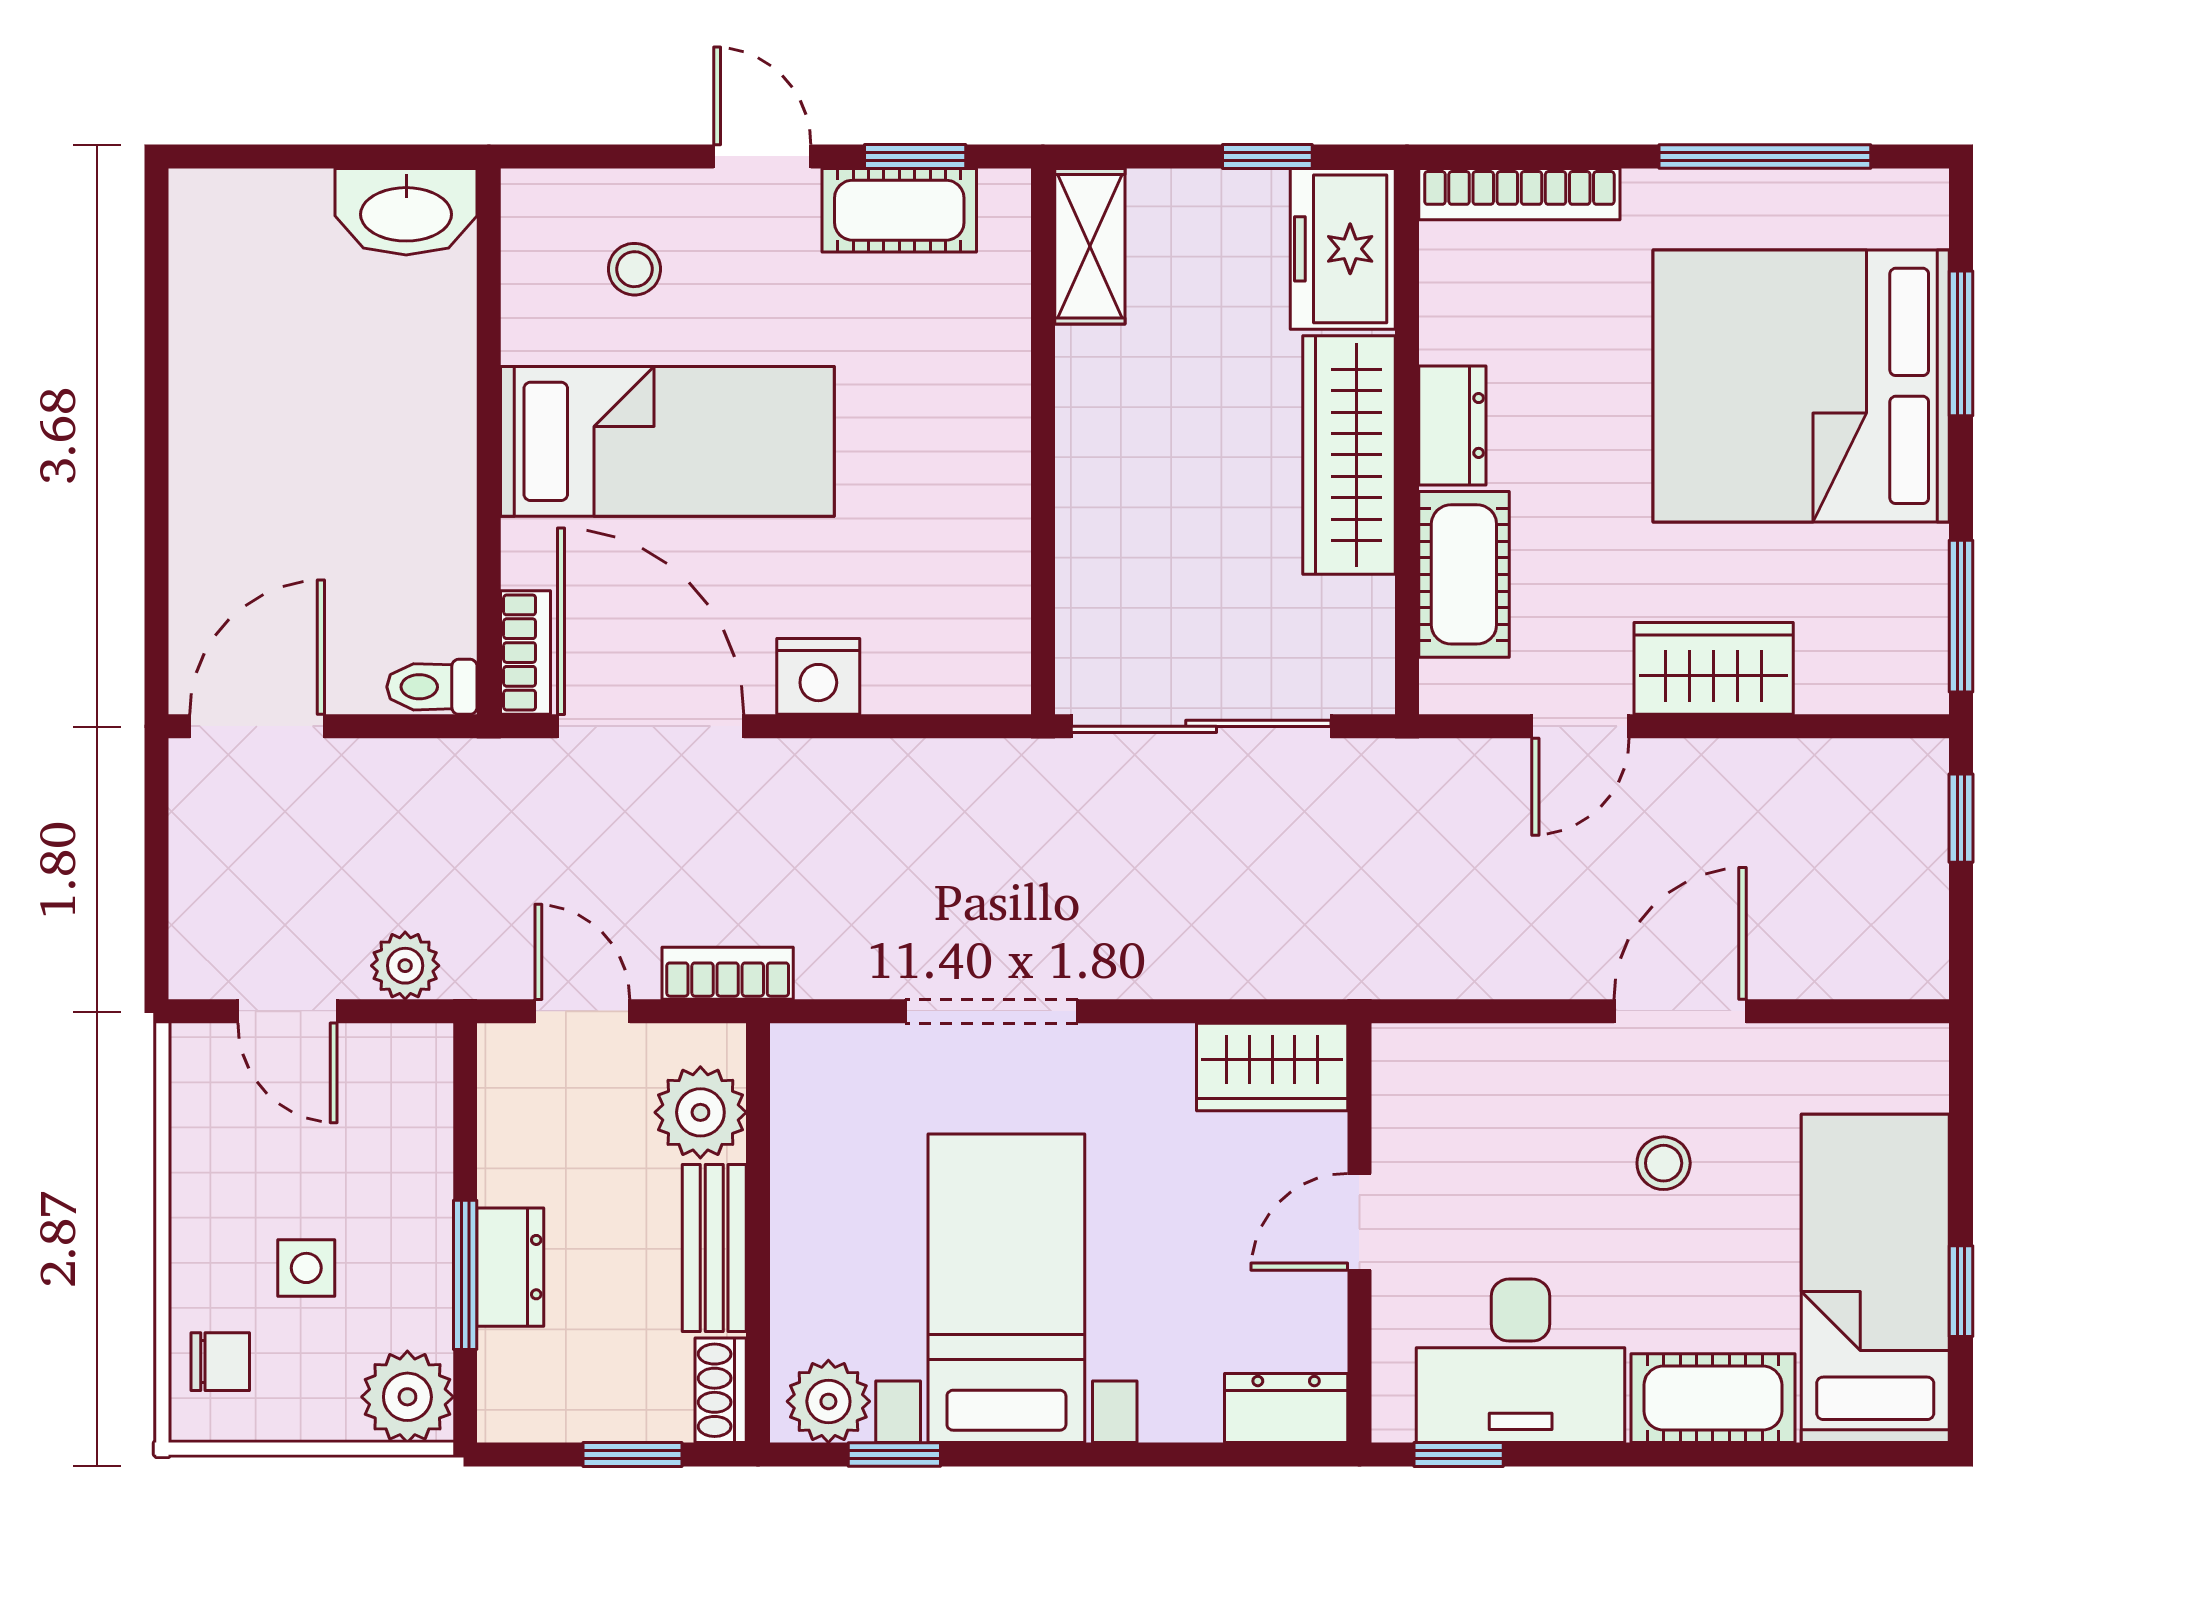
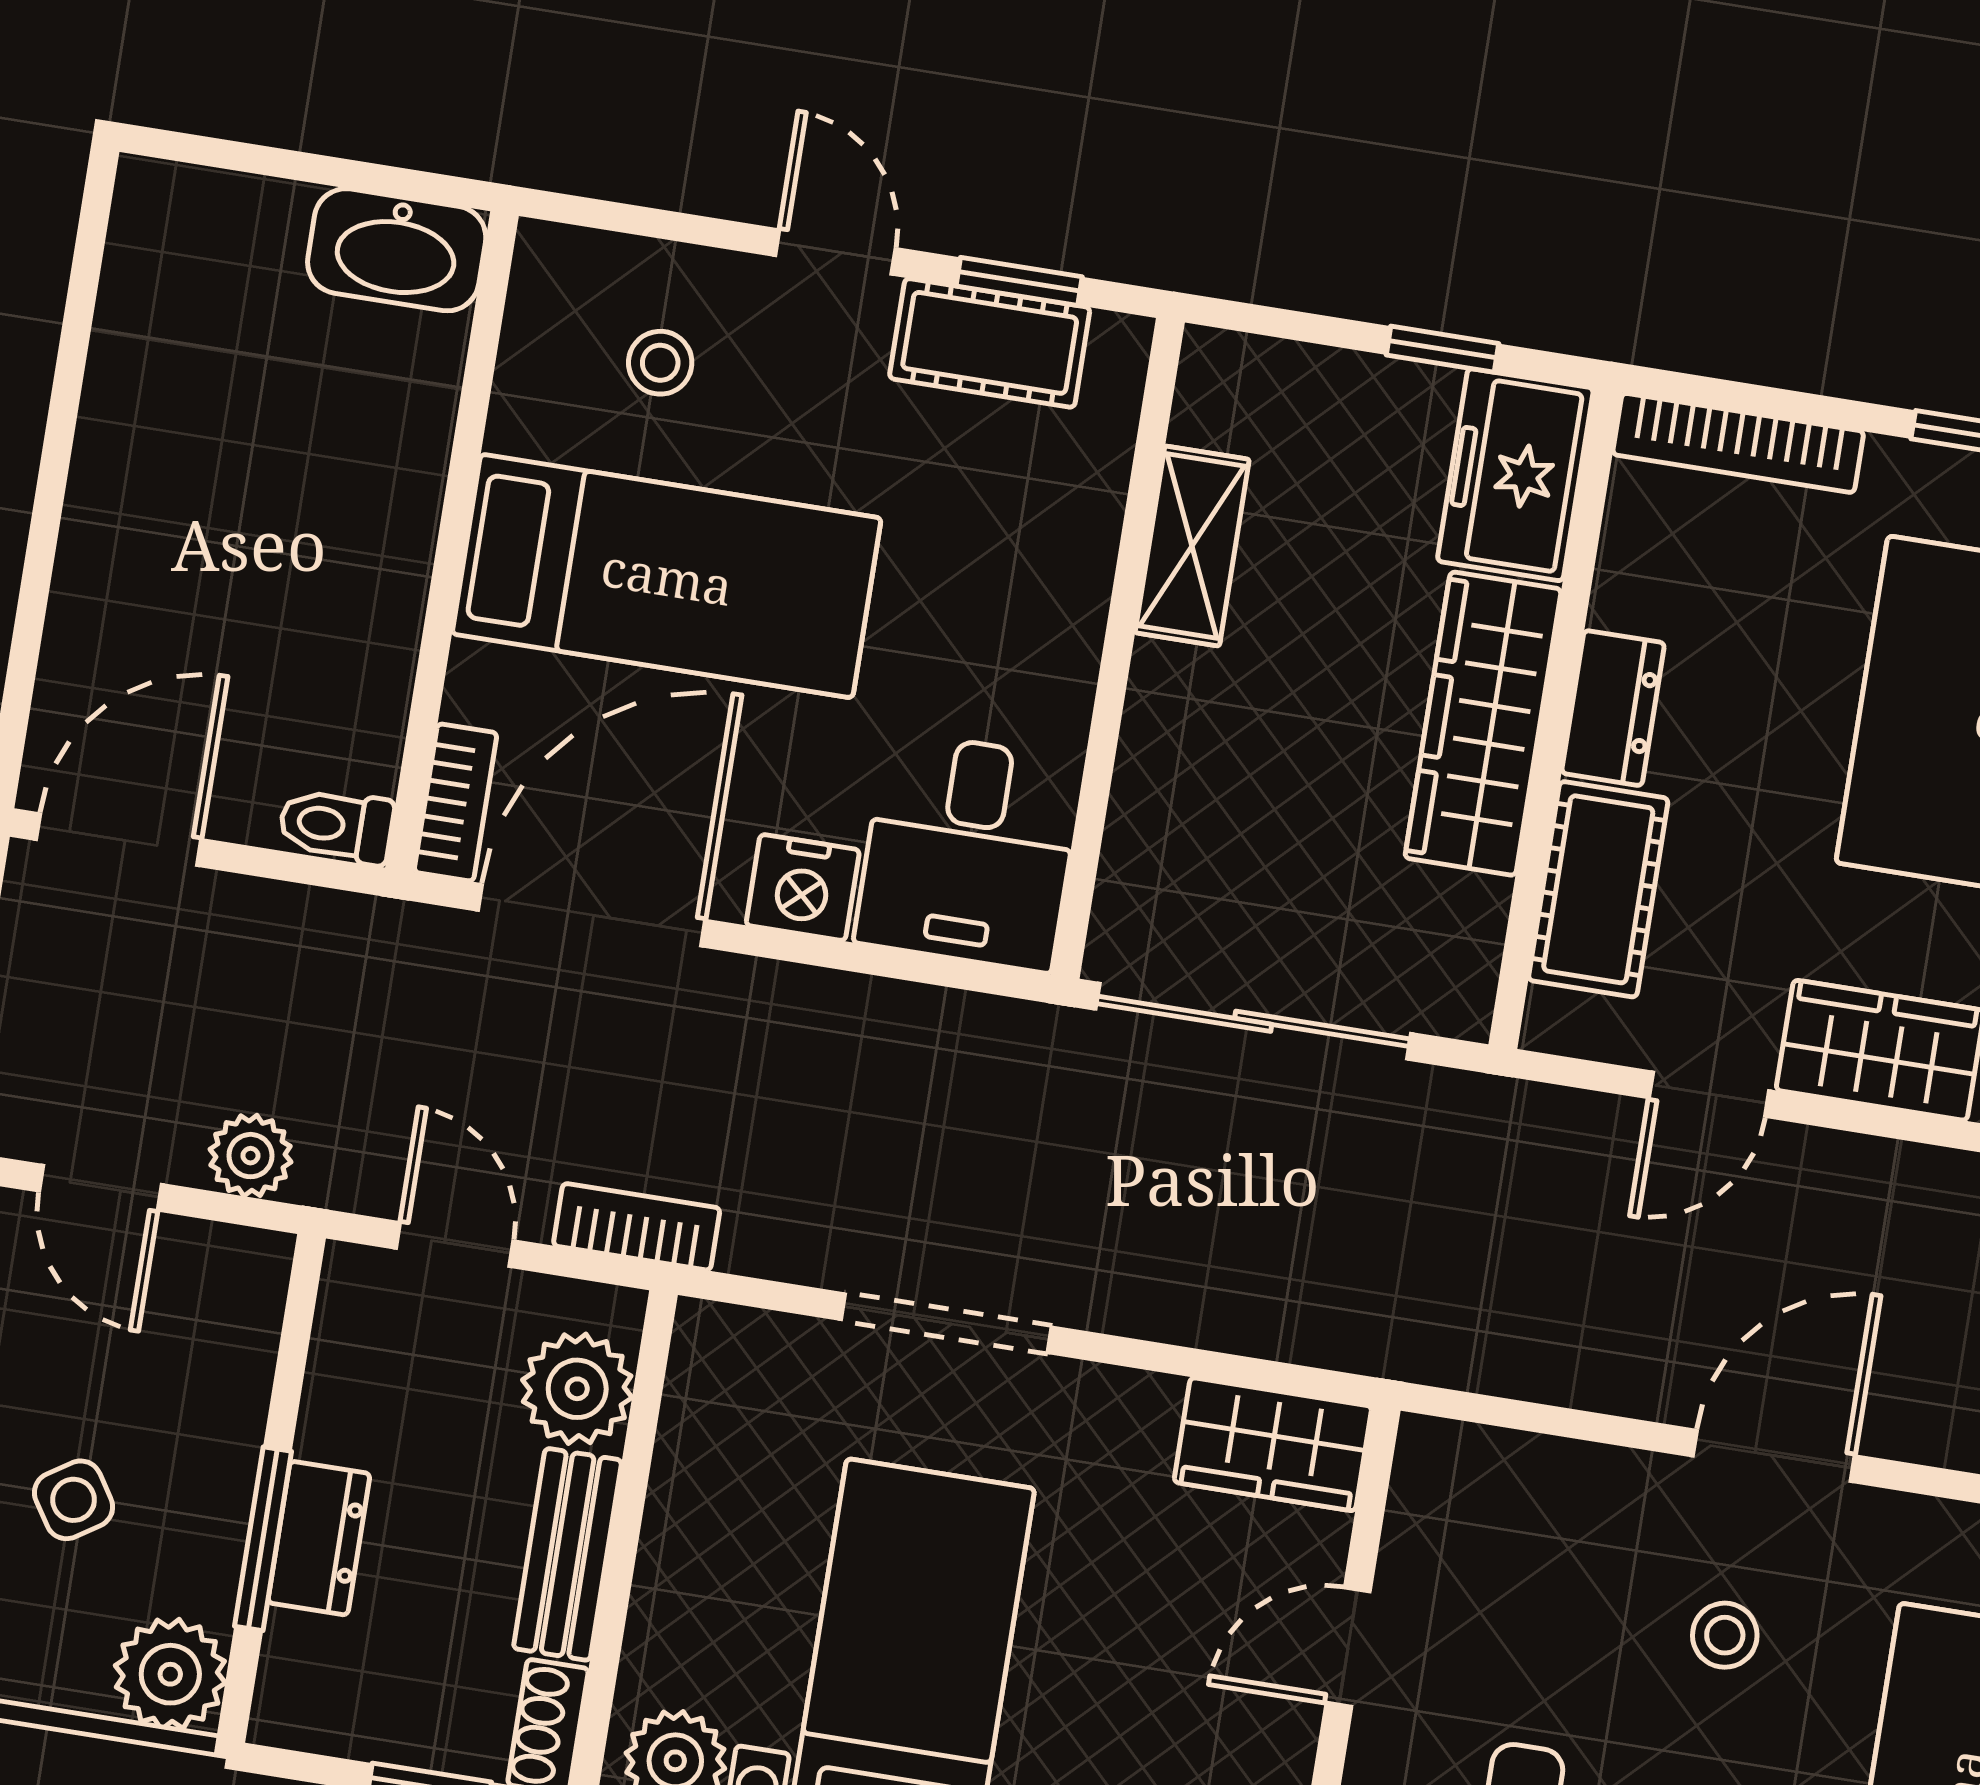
shelving: (1090, 246) -> (1192, 546), moved
desk: (949, 625) -> (969, 851), added
door: (651, 726) -> (592, 915), hinge flipped
side table: (306, 1268) -> (74, 1500), turned -33

